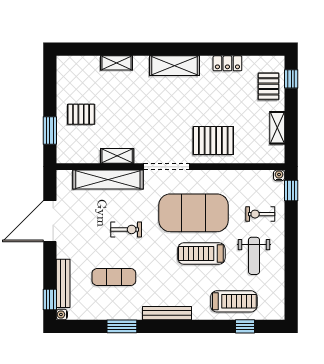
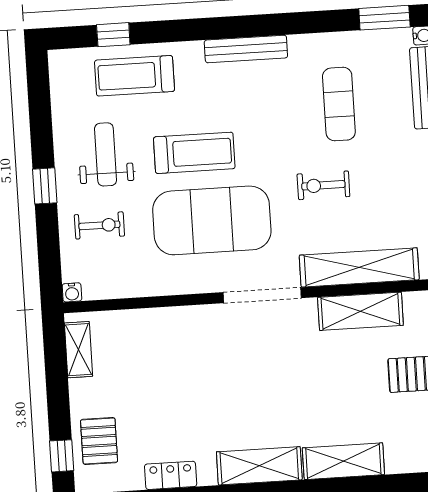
shelving: (117, 63) -> (343, 461), width x1.50, depth x1.33
shelving: (277, 128) -> (78, 350), moved
pallet: (213, 141) -> (186, 344), removed
shelving: (117, 156) -> (360, 311), width x1.50, depth x1.33
window: (291, 191) -> (45, 186), moved
exercise mat: (114, 277) -> (339, 104), turned 90
window: (122, 326) -> (384, 18), moved

